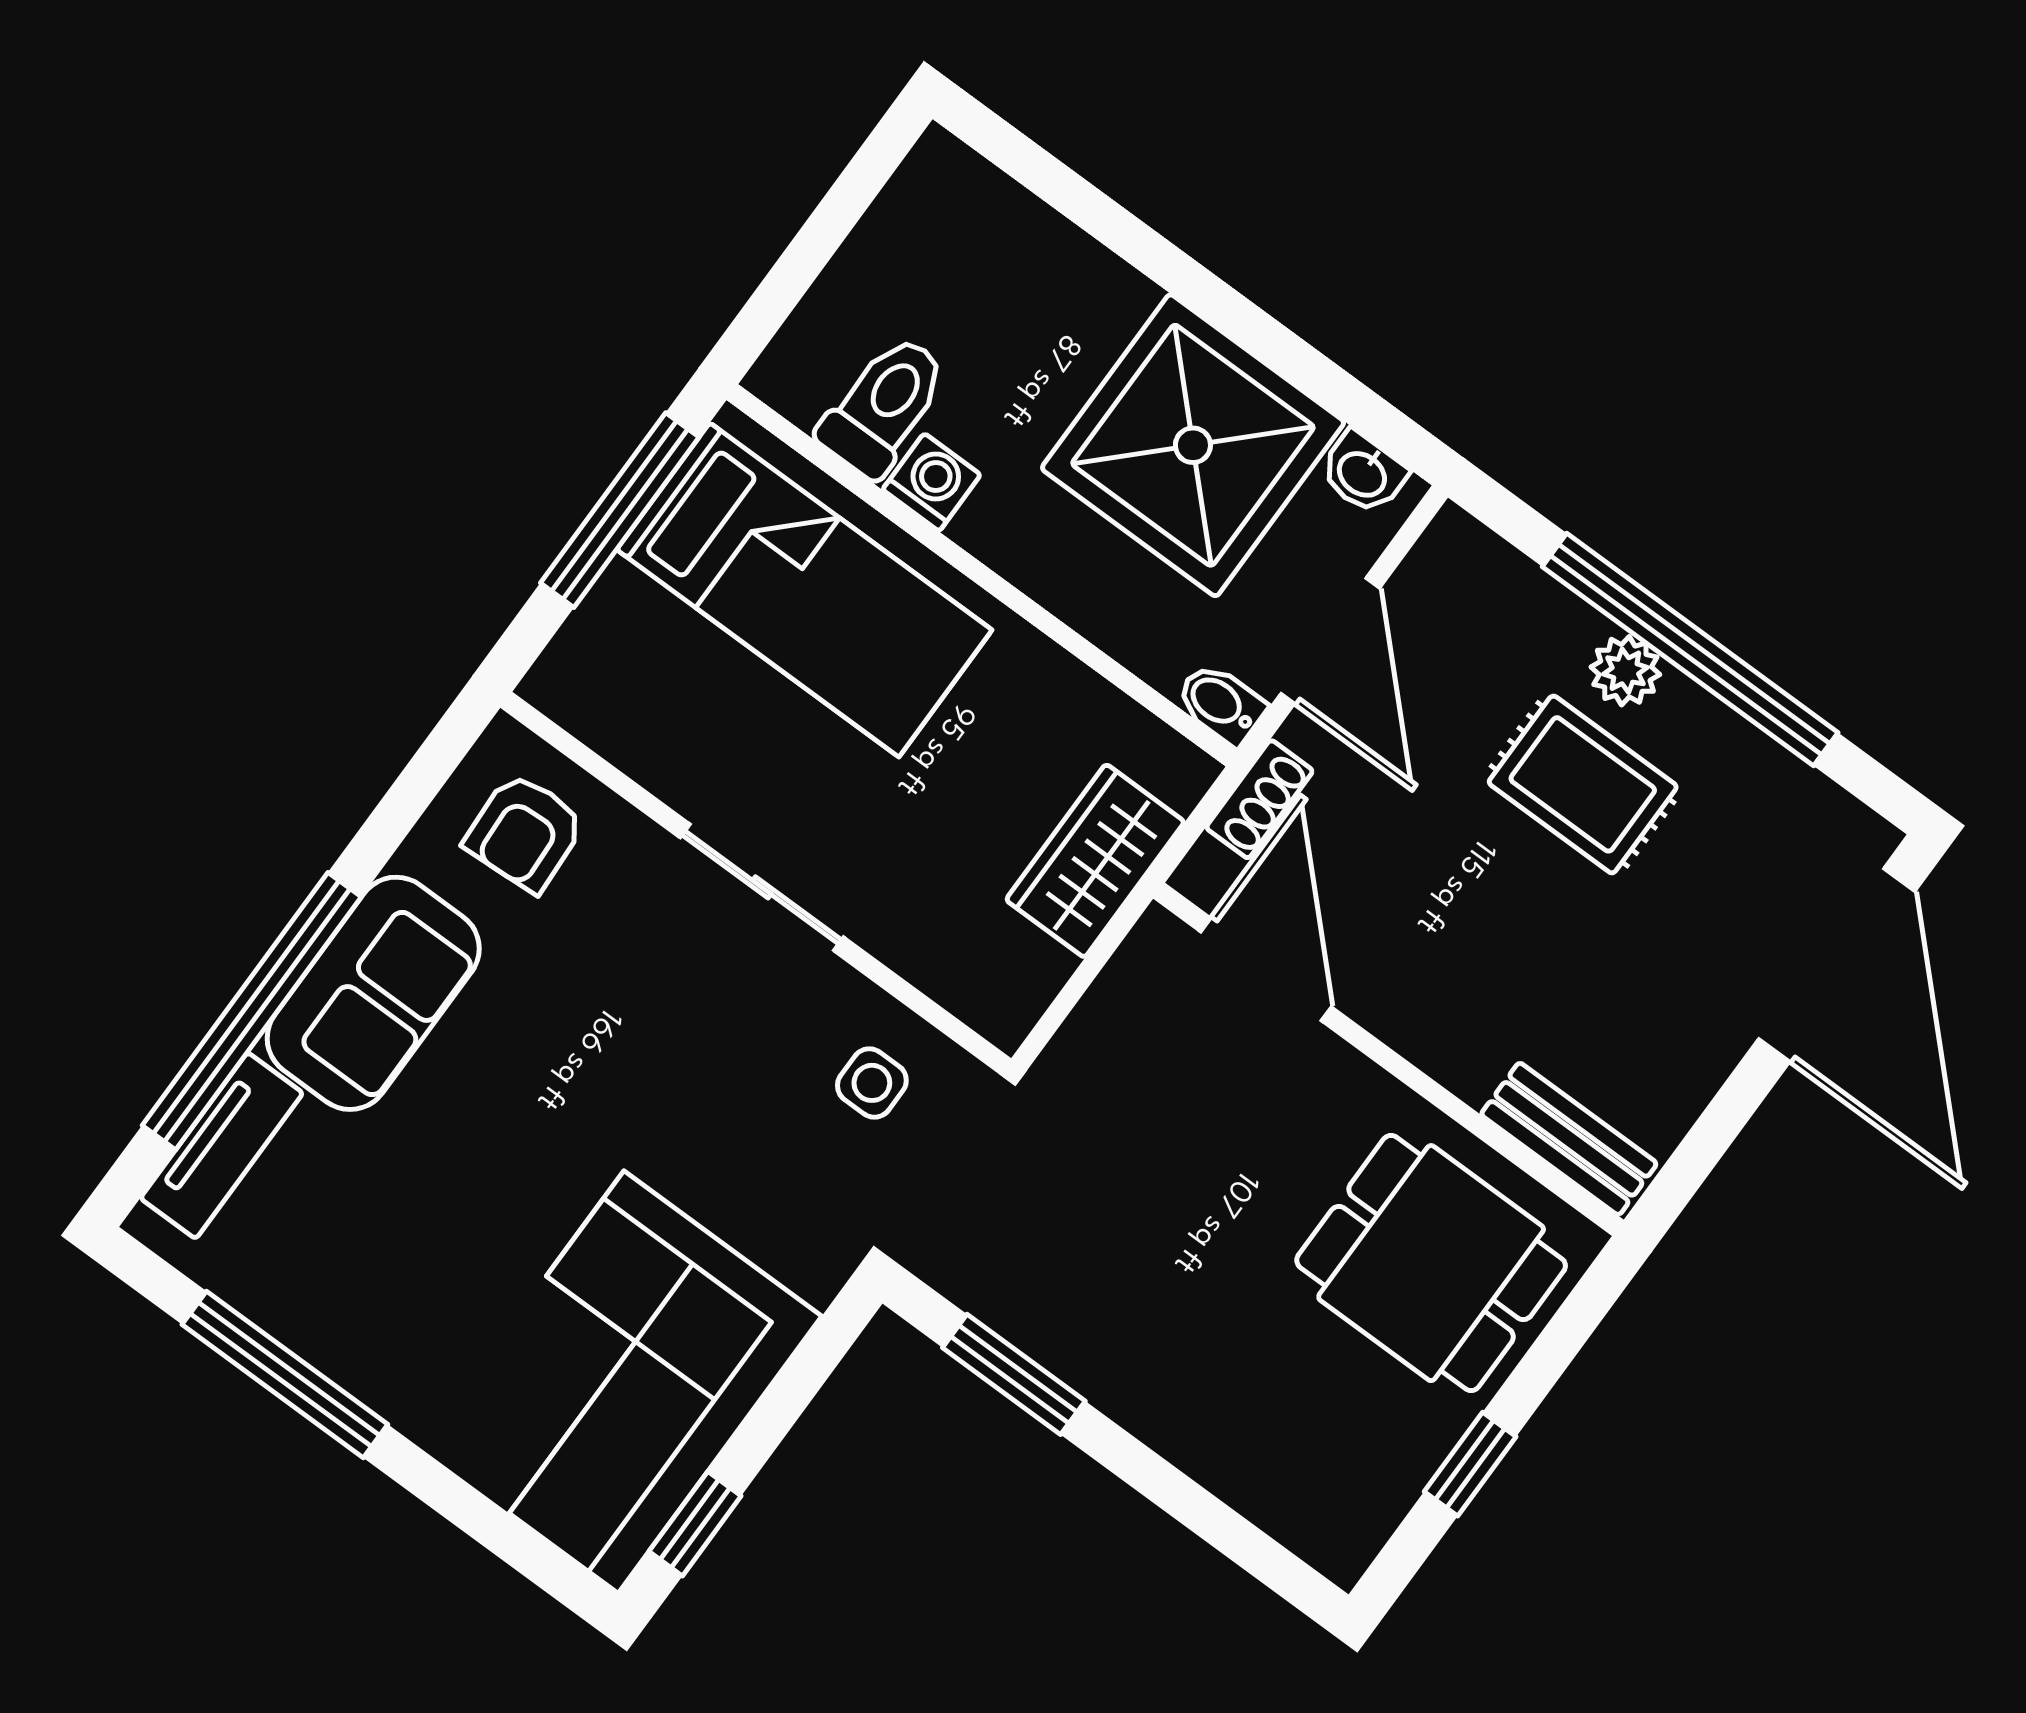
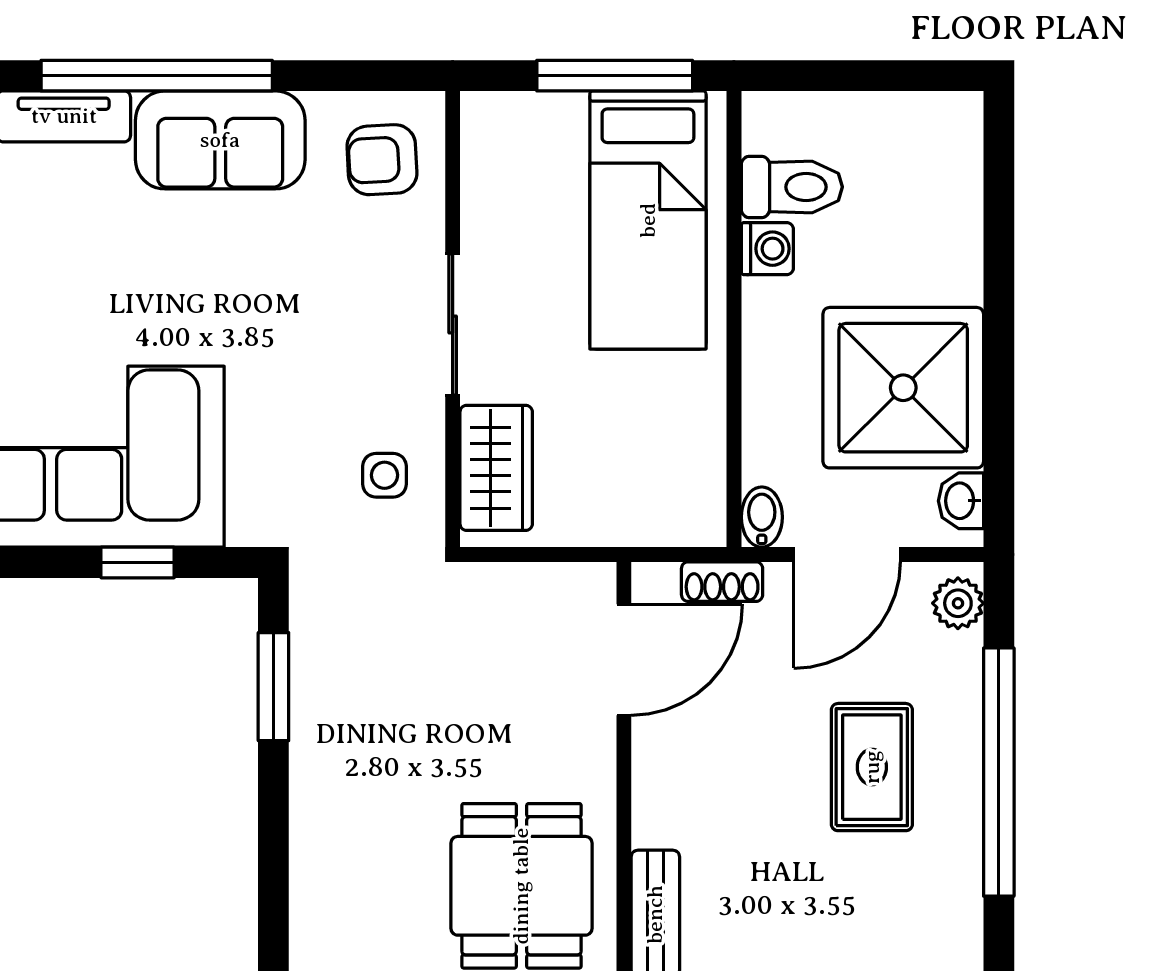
plant: (1625, 671) -> (958, 603), moved
wardrobe: (1095, 861) -> (496, 468), moved, turned 90
window: (695, 1524) -> (138, 562), moved

